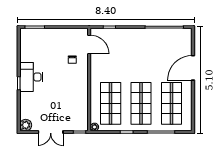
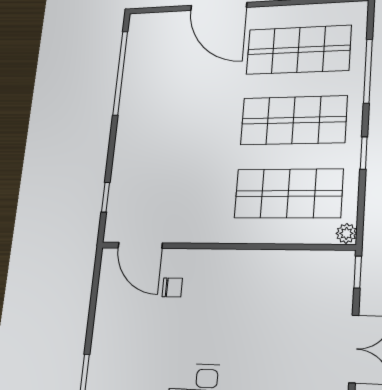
door: (89, 44) -> (140, 245), swing flipped

